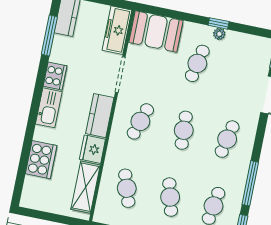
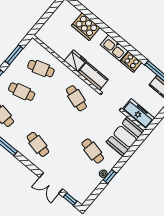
cafe table: (184, 130) -> (57, 121), removed
shelving: (86, 187) -> (55, 44), removed

